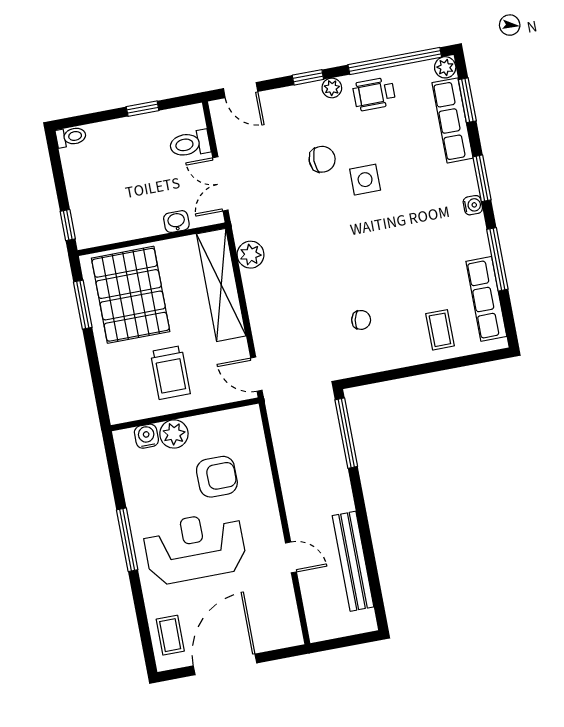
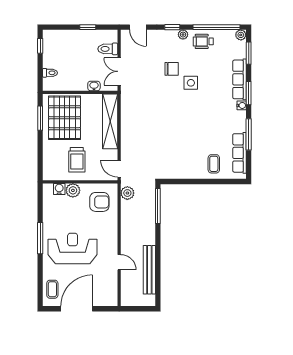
row of seats: (453, 120) -> (239, 79), moved
toilet: (71, 137) -> (50, 73), moved
window: (68, 225) -> (40, 46), moved
plant: (251, 255) -> (127, 193), moved
chair: (361, 320) -> (176, 152), removed
armchair: (217, 477) -> (99, 202), moved

